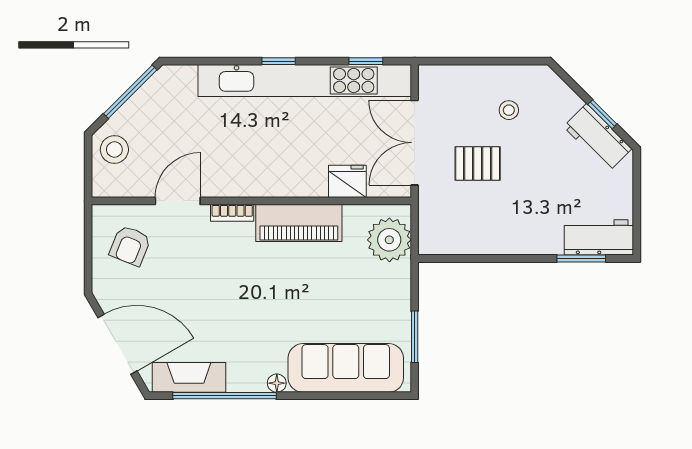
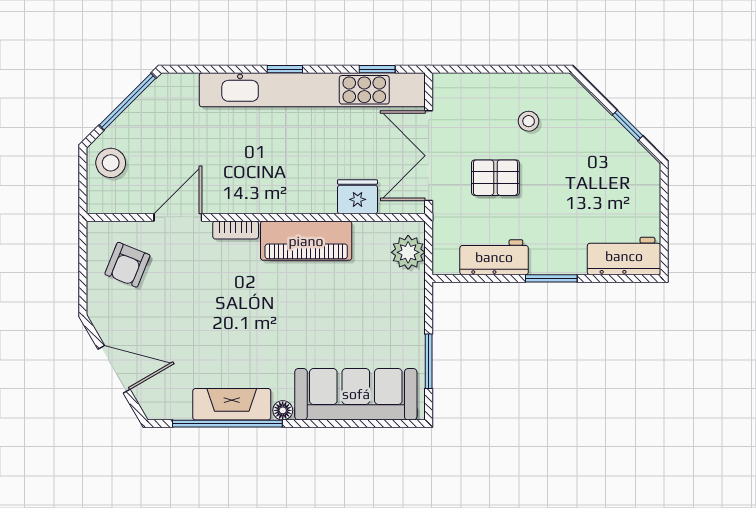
workbench: (598, 138) -> (494, 257), moved, turned 135
plant: (389, 240) -> (408, 252), width x0.73, depth x0.73
window: (581, 259) -> (551, 278), moved
door: (117, 344) -> (114, 369), width x0.73
fireplace: (189, 377) -> (232, 404), moved

